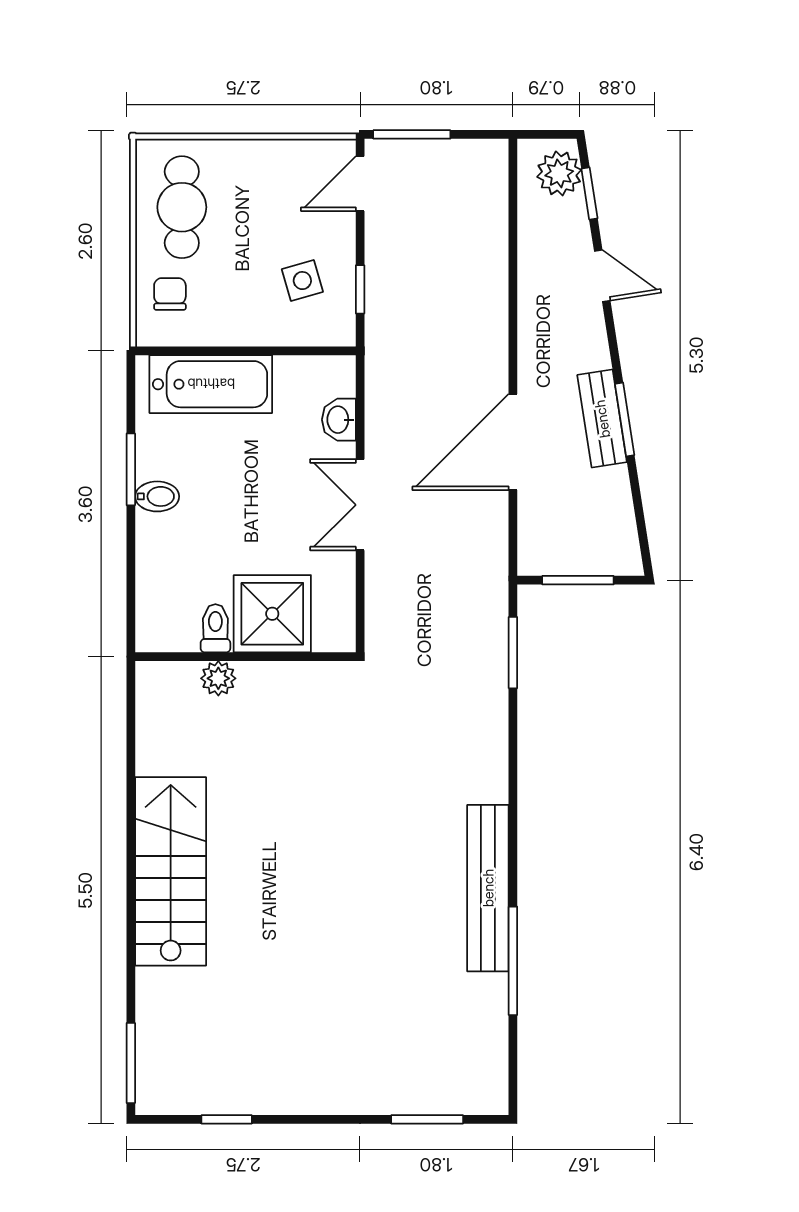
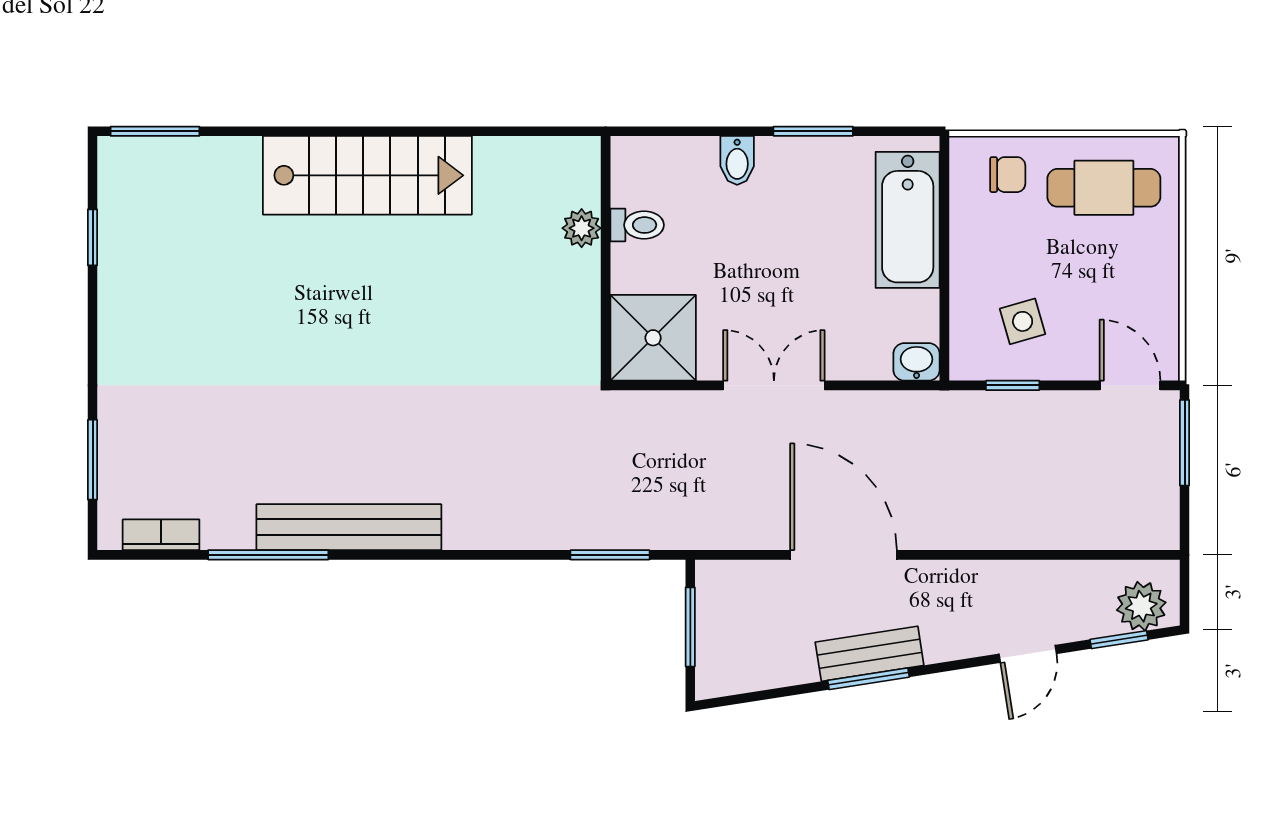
washbasin: (339, 420) -> (917, 362), moved
bidet: (157, 496) -> (737, 160), moved
shower: (272, 614) -> (653, 338), moved
bookcase: (495, 1058) -> (161, 535), added

